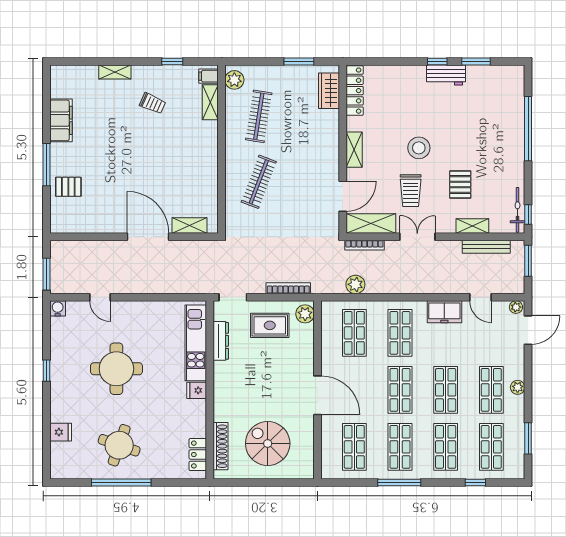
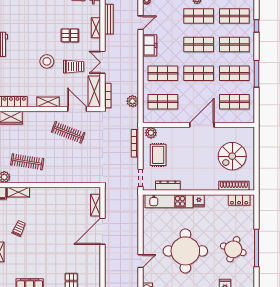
clothes rail: (259, 182) -> (68, 132), moved
round table: (116, 369) -> (185, 251), width x1.36, depth x1.36

